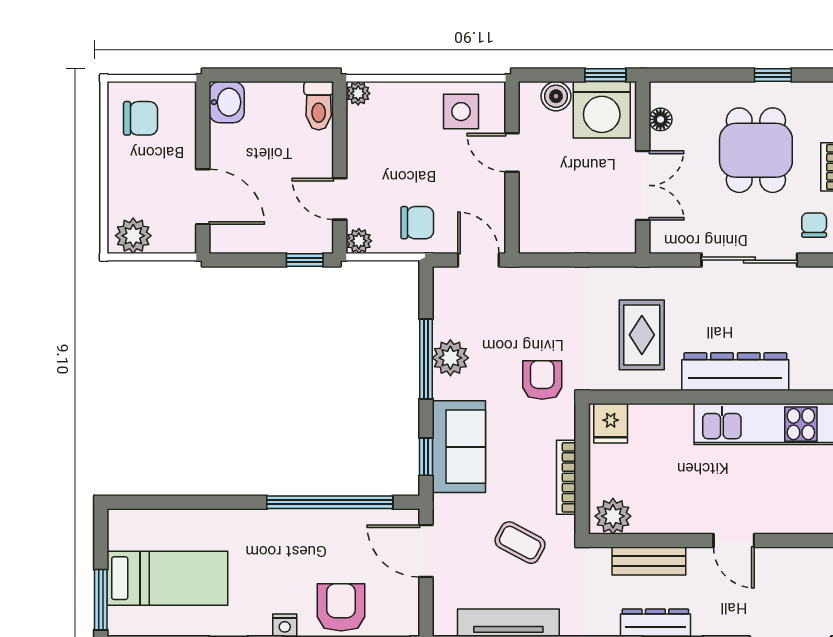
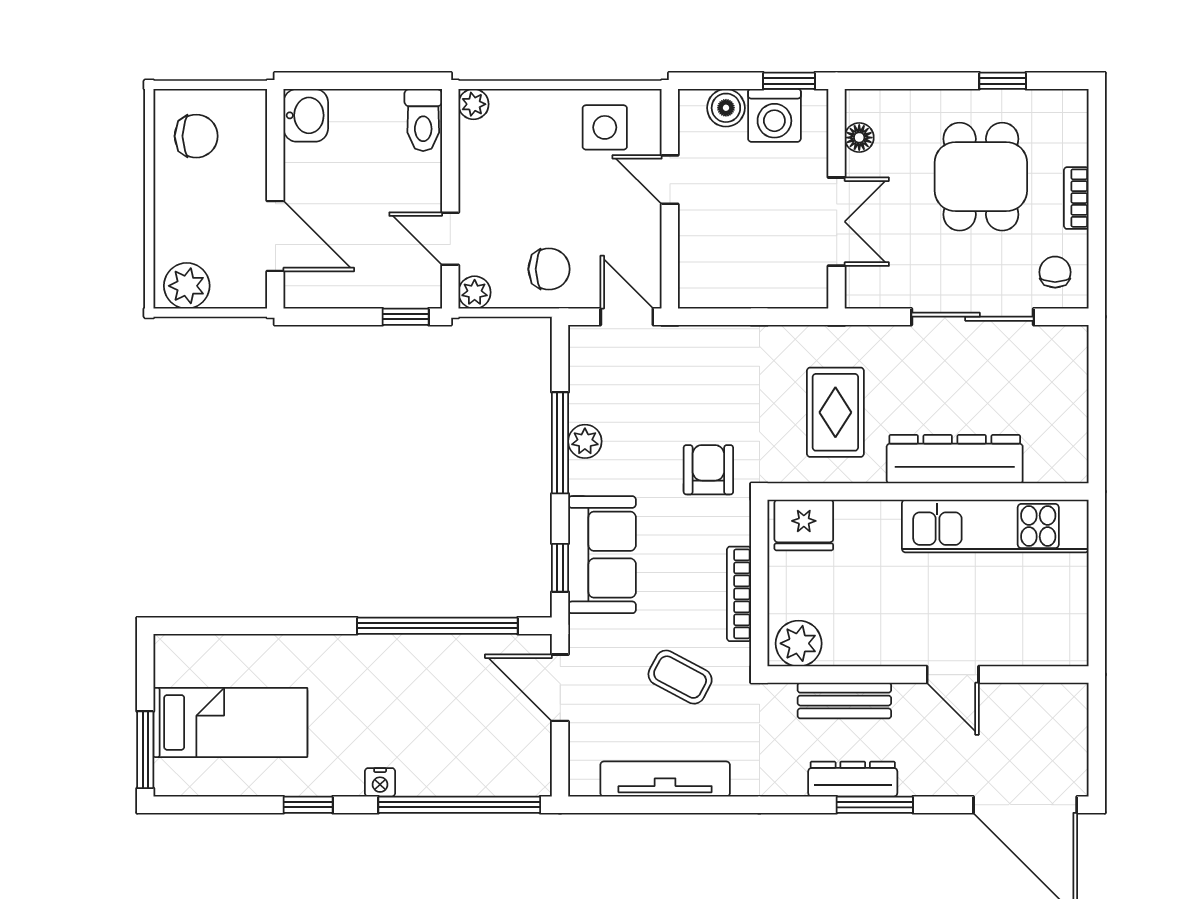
washing machine: (602, 110) -> (774, 115), width x0.73, depth x0.73
plant: (450, 358) -> (585, 441), width x0.73, depth x0.73
fridge: (611, 423) -> (804, 525), width x1.38
armchair: (341, 607) -> (452, 760), removed

